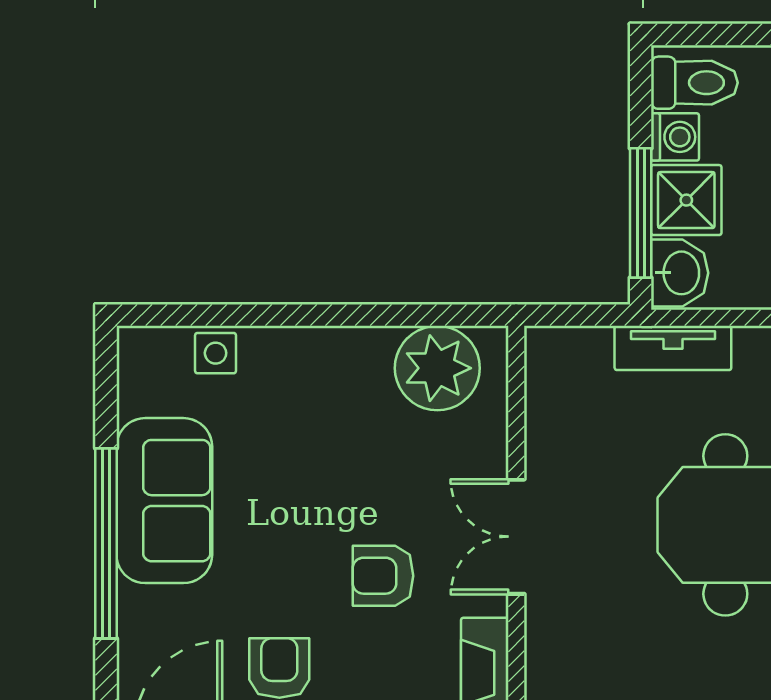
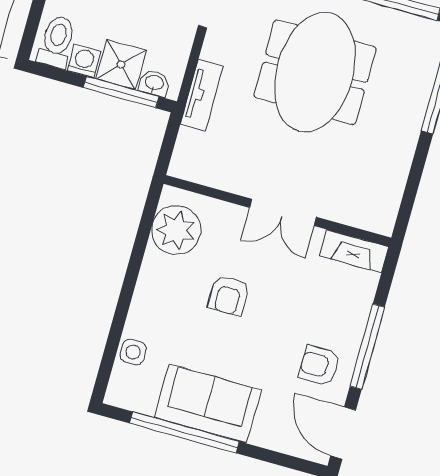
washbasin: (680, 273) -> (154, 83), width x0.72, depth x0.69
window: (106, 543) -> (184, 432), moved
armchair: (383, 576) -> (229, 295), moved

